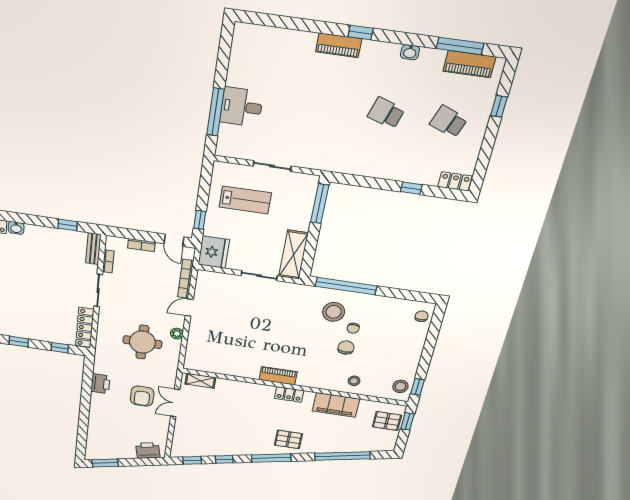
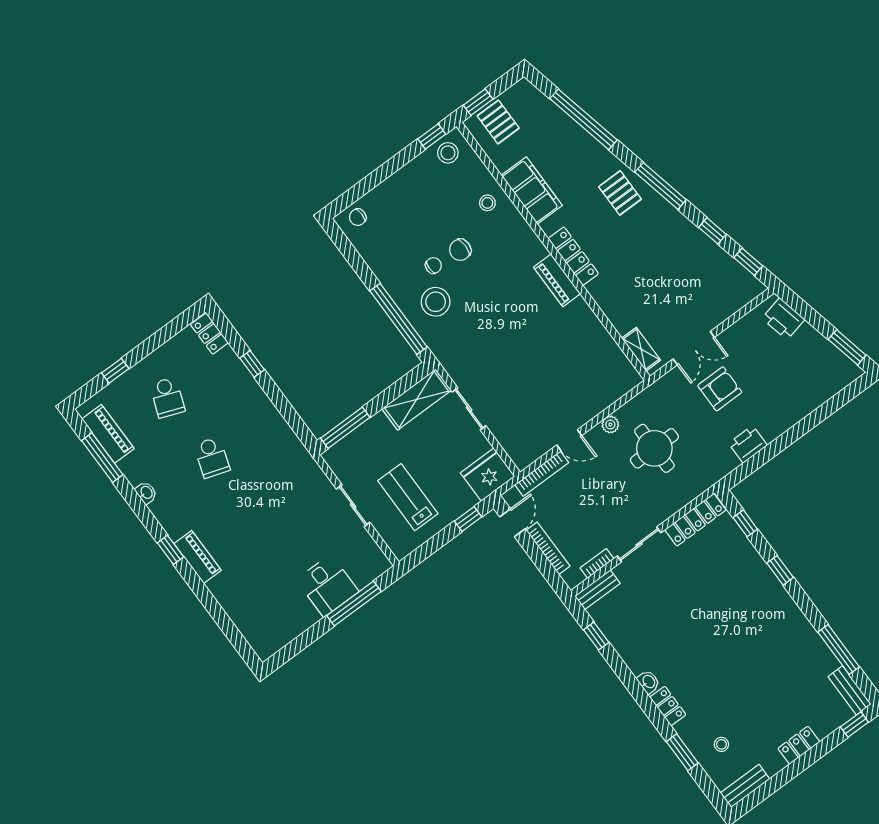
bookcase: (141, 245) -> (548, 548), width x1.56
locker: (289, 395) -> (573, 256), width x1.53

